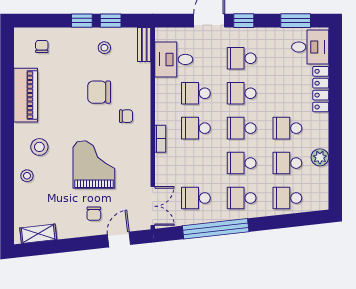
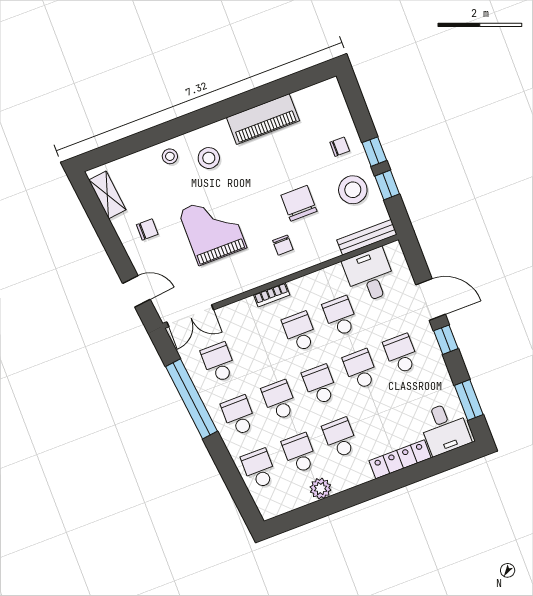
bench: (144, 44) -> (367, 237), width x1.36
chair: (42, 46) -> (340, 147), moved
stool: (104, 48) -> (353, 190), width x1.89, depth x1.89
grand piano: (94, 165) -> (212, 229), turned -90
chair: (94, 214) -> (147, 229), moved, turned 180

